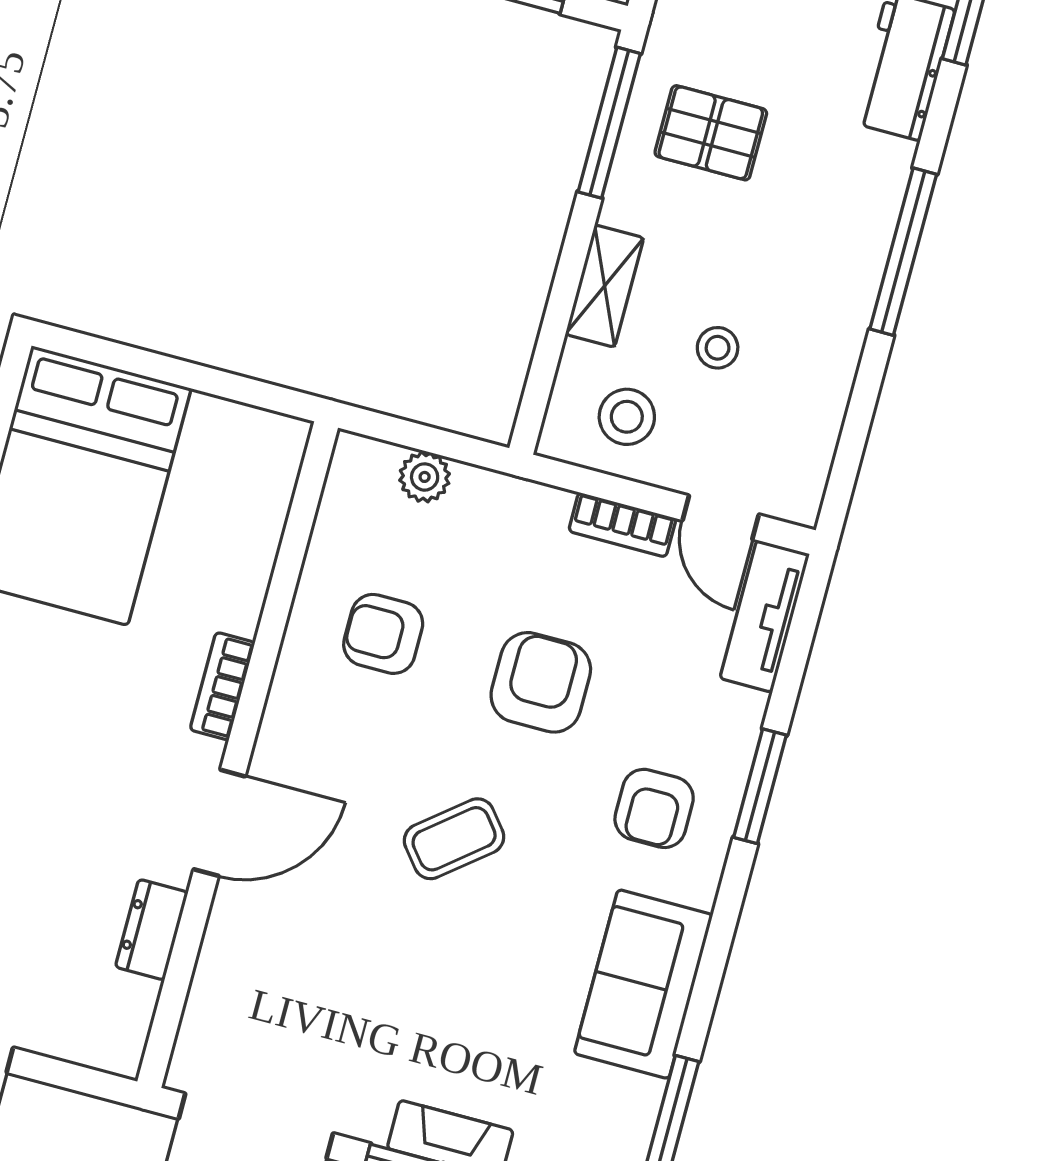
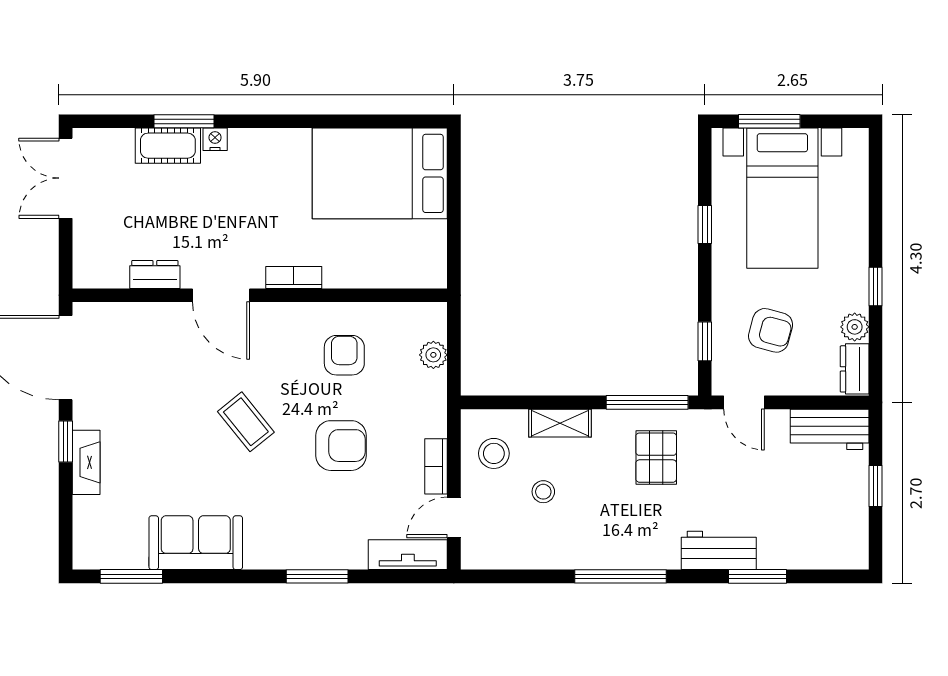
armchair: (654, 808) -> (290, 523), removed

